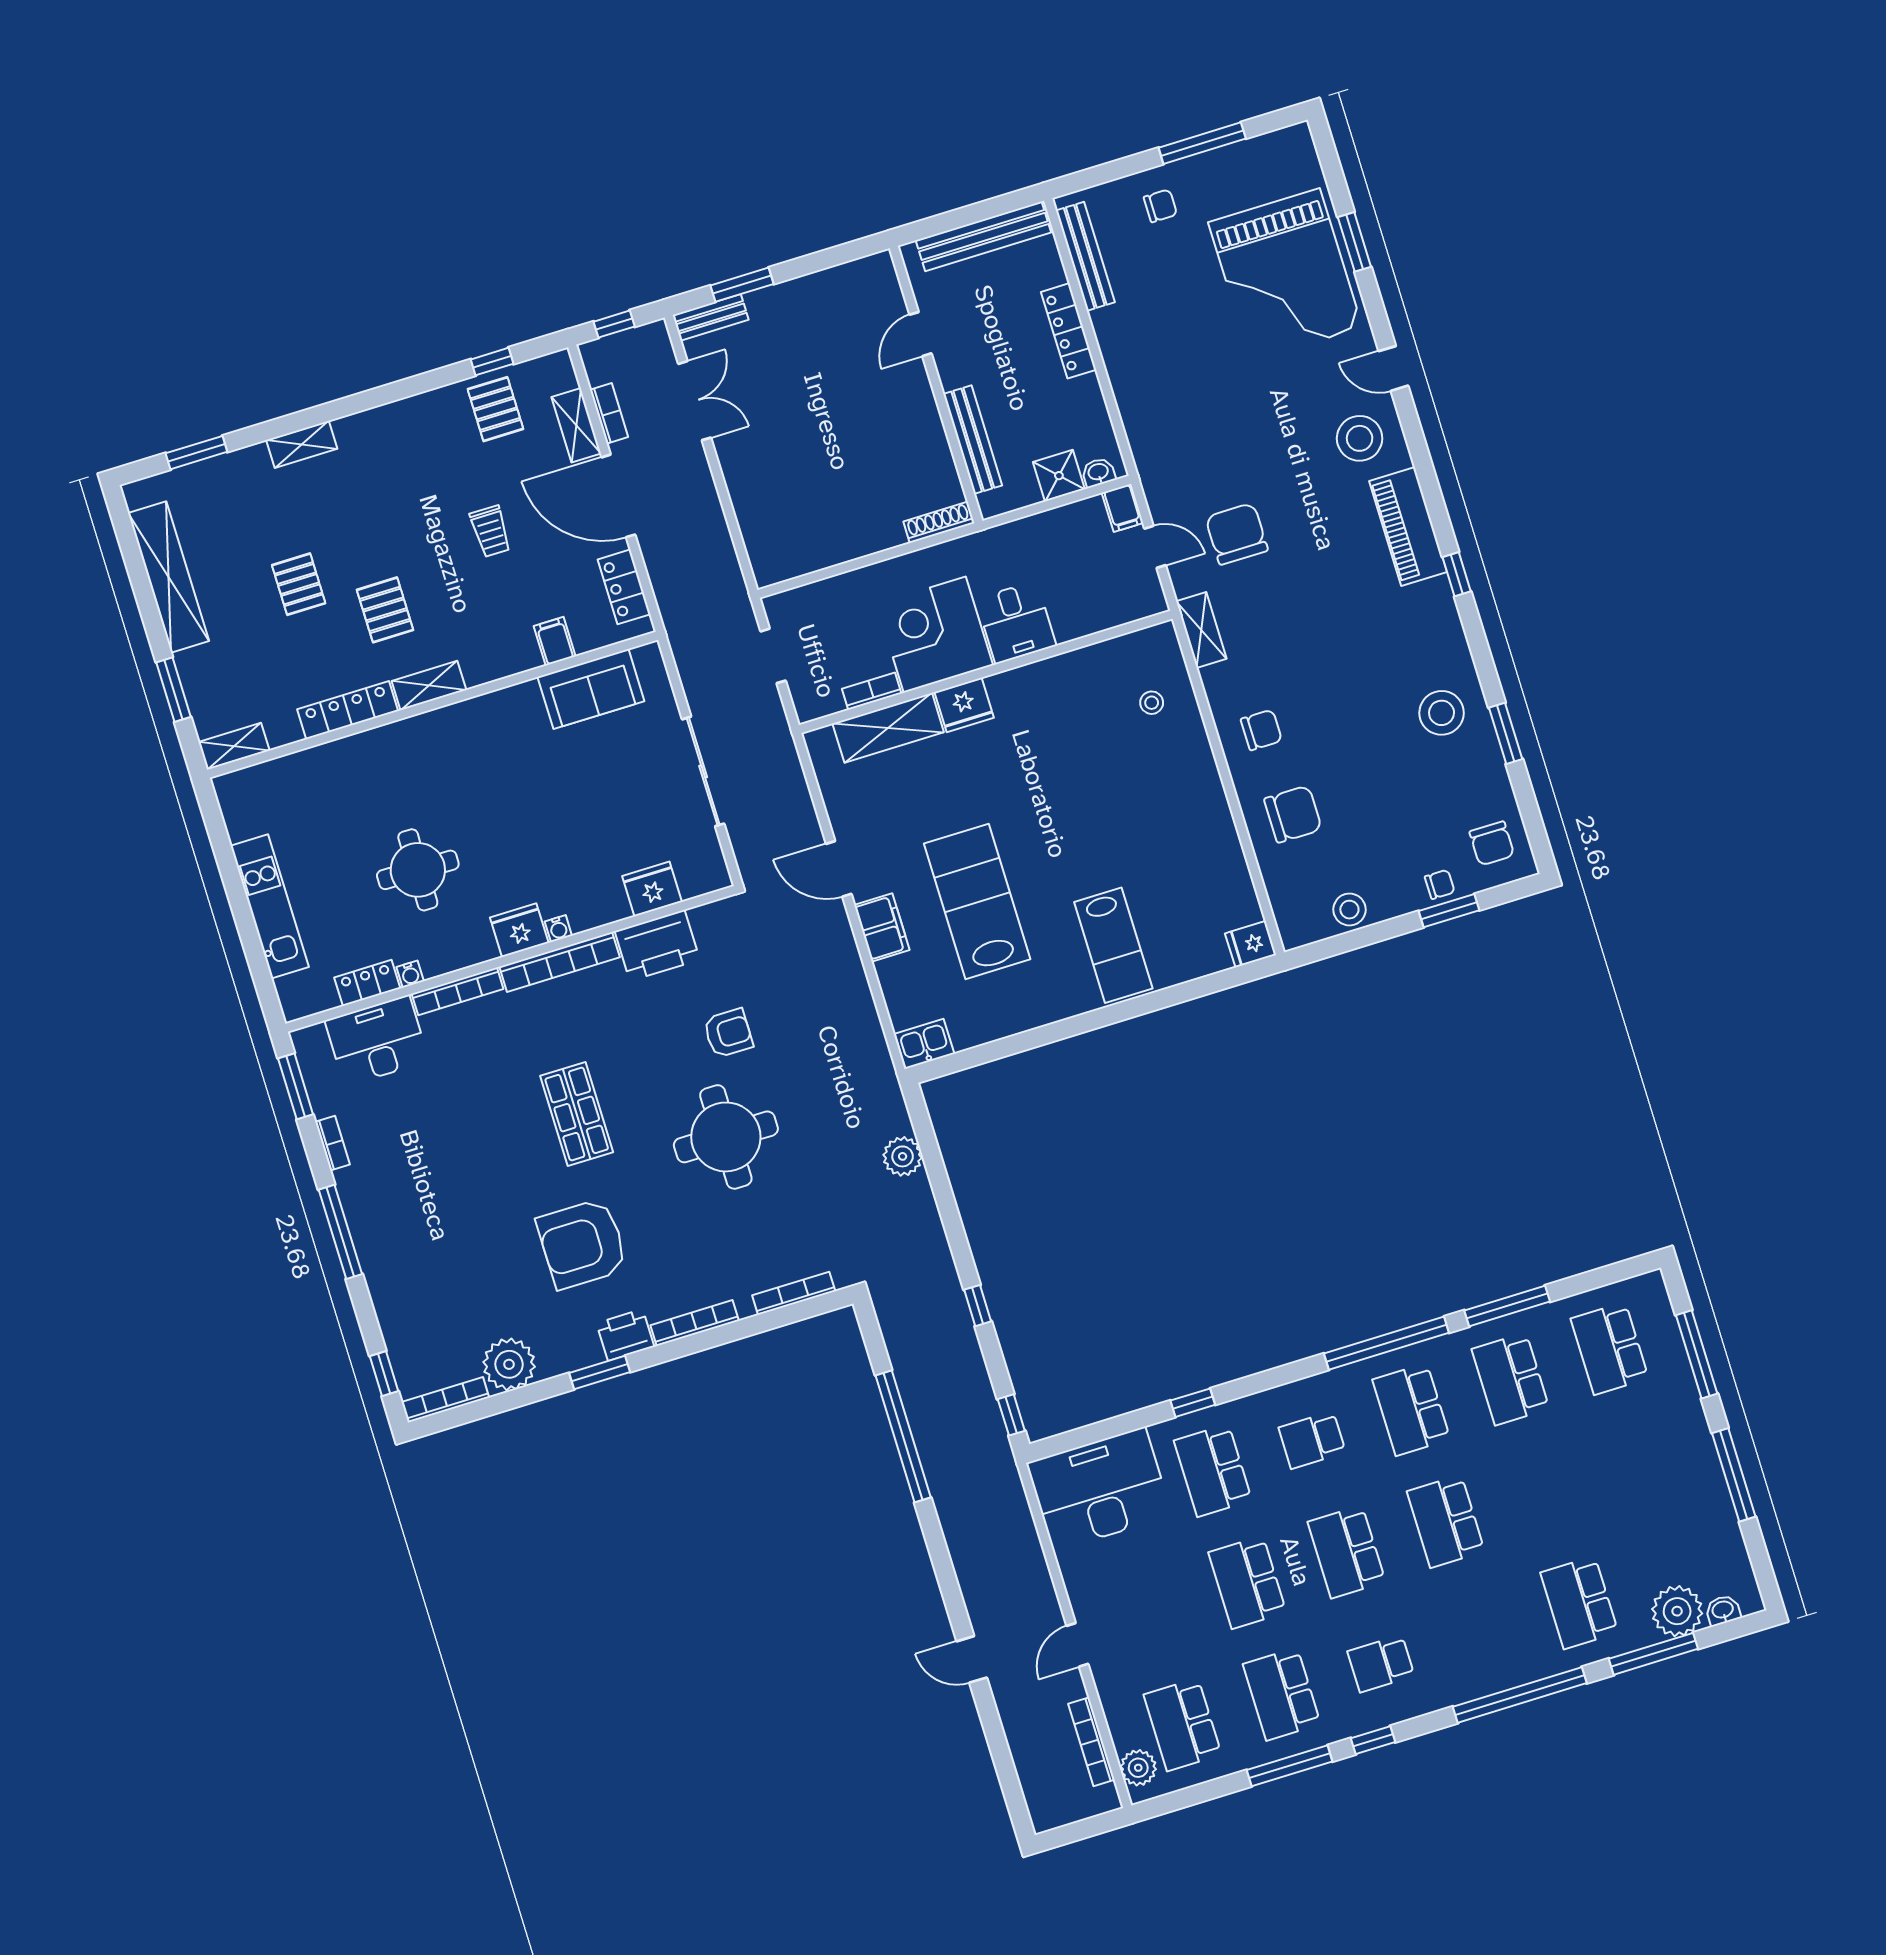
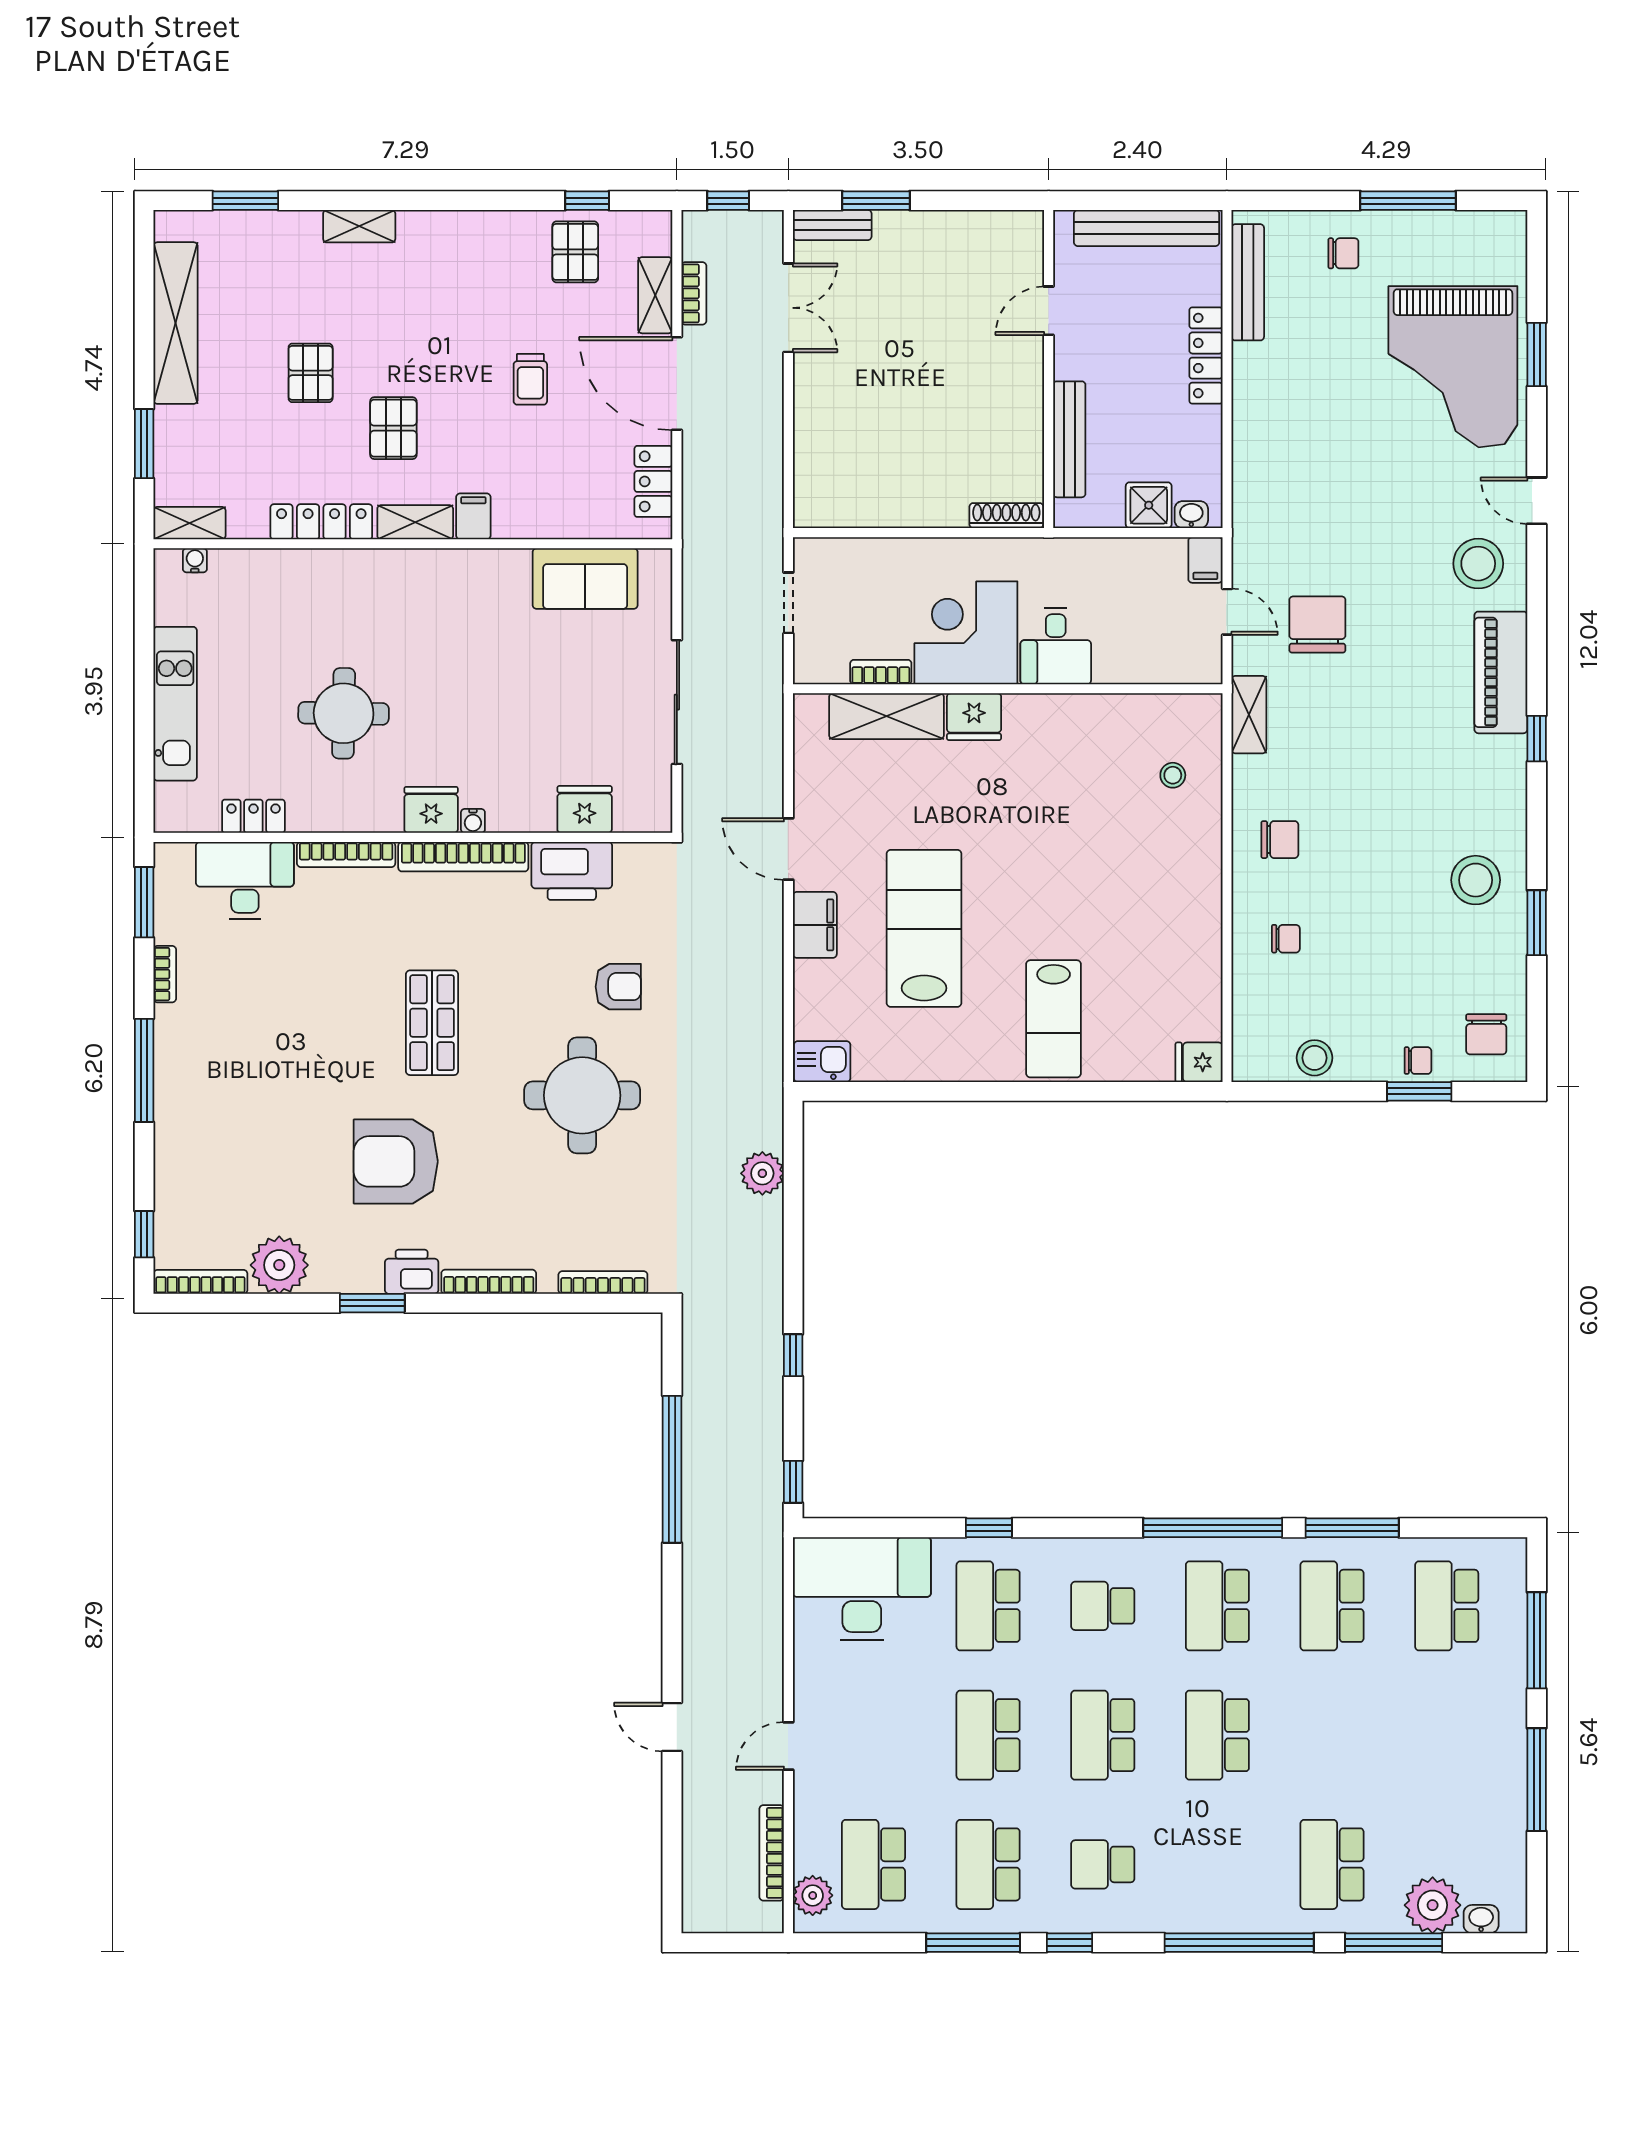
filing cabinet: (555, 641) -> (473, 516), moved
chair: (1293, 814) -> (1286, 939), width x0.54, depth x0.54
water cooler: (410, 974) -> (195, 560), moved, turned 180

